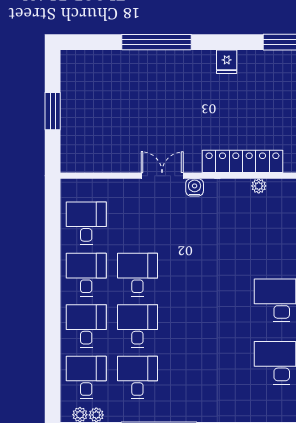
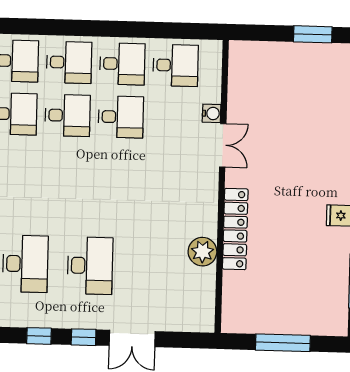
window: (53, 111) -> (313, 34), moved
plant: (259, 186) -> (202, 252), width x1.88, depth x1.88
water cooler: (195, 187) -> (212, 113), moved

